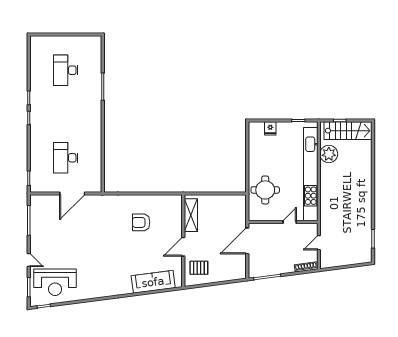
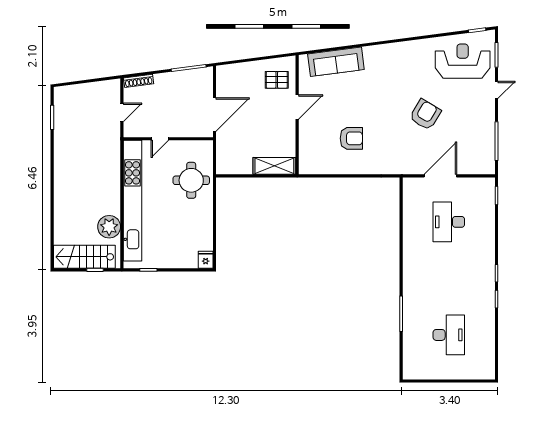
fridge: (270, 128) -> (206, 260), moved
desk: (66, 158) -> (449, 222), turned 180
shelving: (191, 215) -> (274, 166), moved, turned 90
armchair: (84, 241) -> (425, 115), added
door: (29, 260) -> (497, 90), swing flipped

